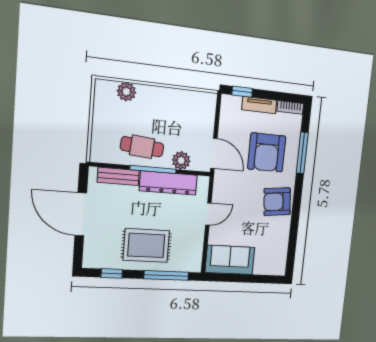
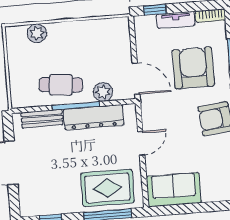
armchair: (267, 153) -> (193, 68), turned 180
rug: (146, 245) -> (107, 188), moved

